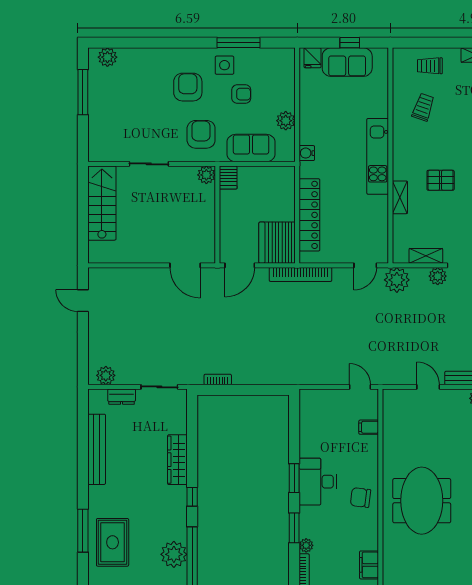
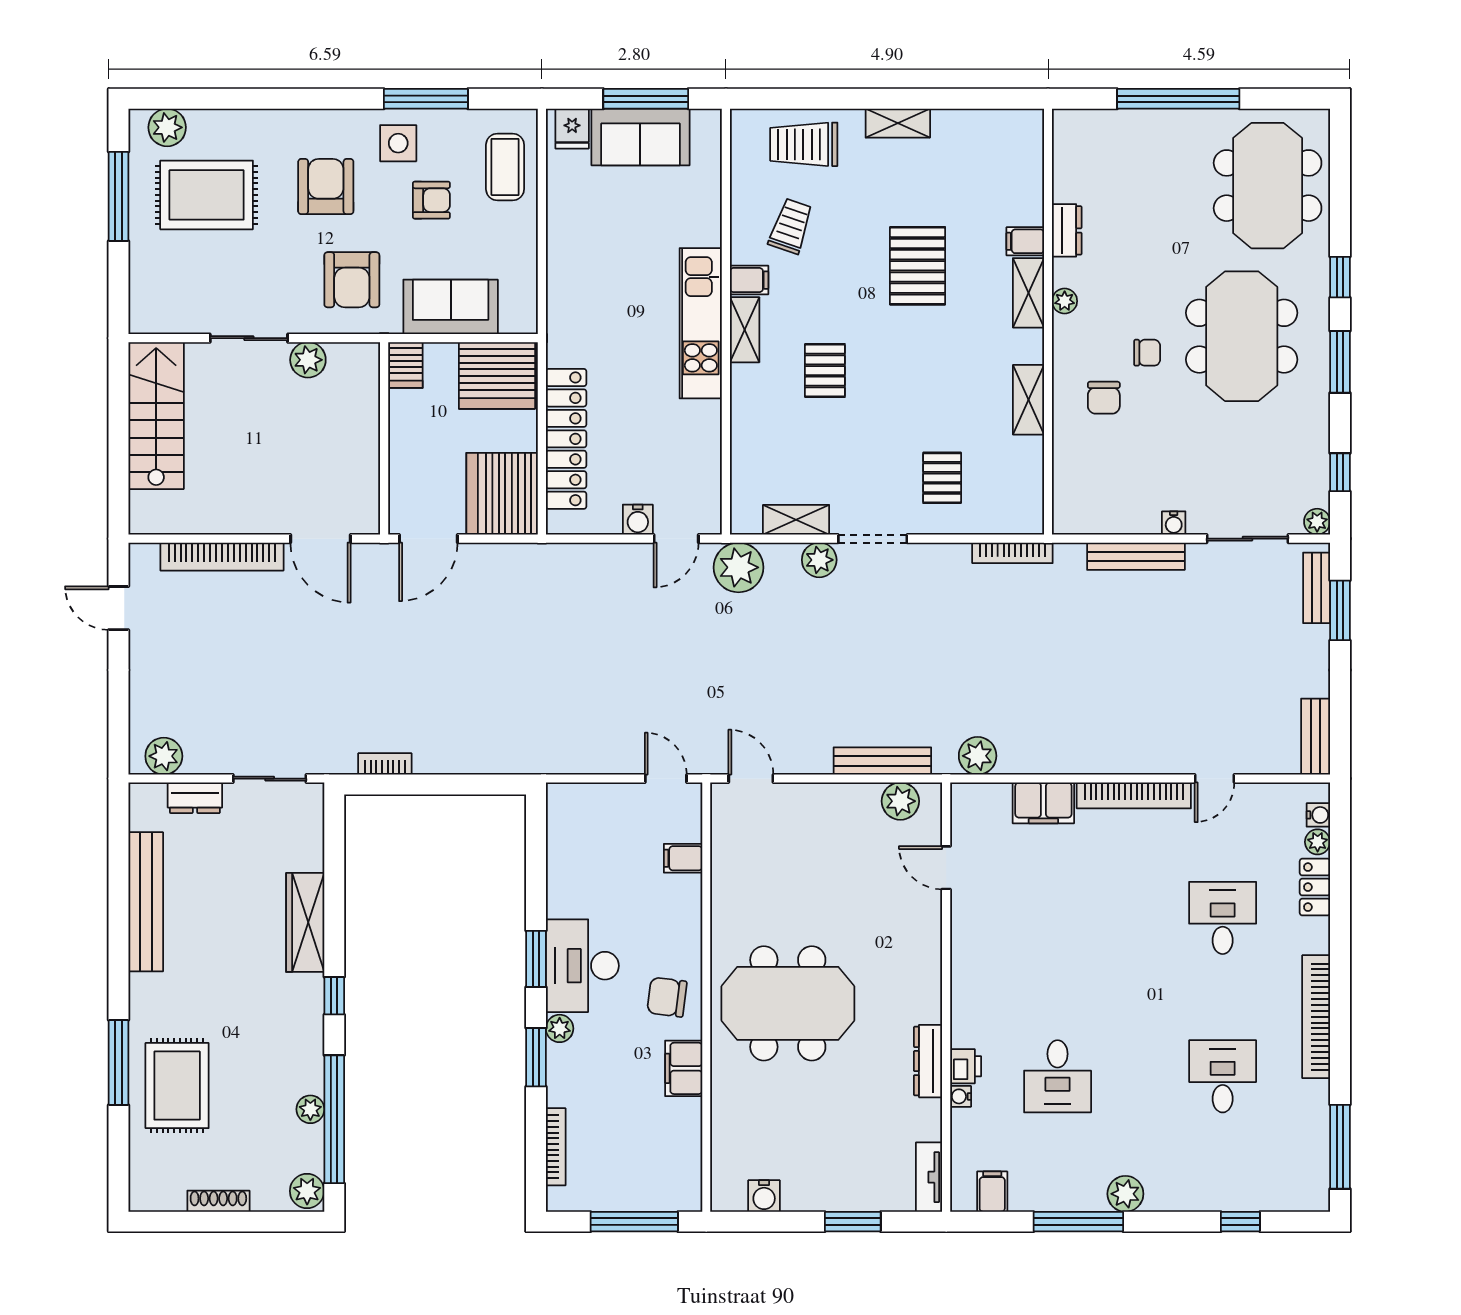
window: (350, 43) -> (646, 99), width x2.17
trolley: (430, 66) -> (804, 144), width x1.36, depth x1.39
coffee table: (279, 77) -> (505, 167), added
rug: (127, 91) -> (207, 195), added
plant: (286, 121) -> (519, 253), removed
armchair: (201, 134) -> (352, 280), turned 180
filing cabinet: (402, 134) -> (749, 280), added
water cooler: (307, 153) -> (638, 520), moved, turned -90
plant: (206, 175) -> (308, 360), moved
pallet: (441, 180) -> (825, 371), turned 90
server rack: (274, 183) -> (497, 375), added
shelving: (400, 197) -> (745, 330), moved
bookcase: (300, 274) -> (222, 557), moved
door: (428, 387) -> (751, 779), moved
meeting table: (422, 501) -> (788, 1003), turned 90
plant: (306, 545) -> (560, 1028), moved
plant: (174, 554) -> (310, 1109), width x0.53, depth x0.53
filing cabinet: (369, 565) -> (684, 1068), moved

